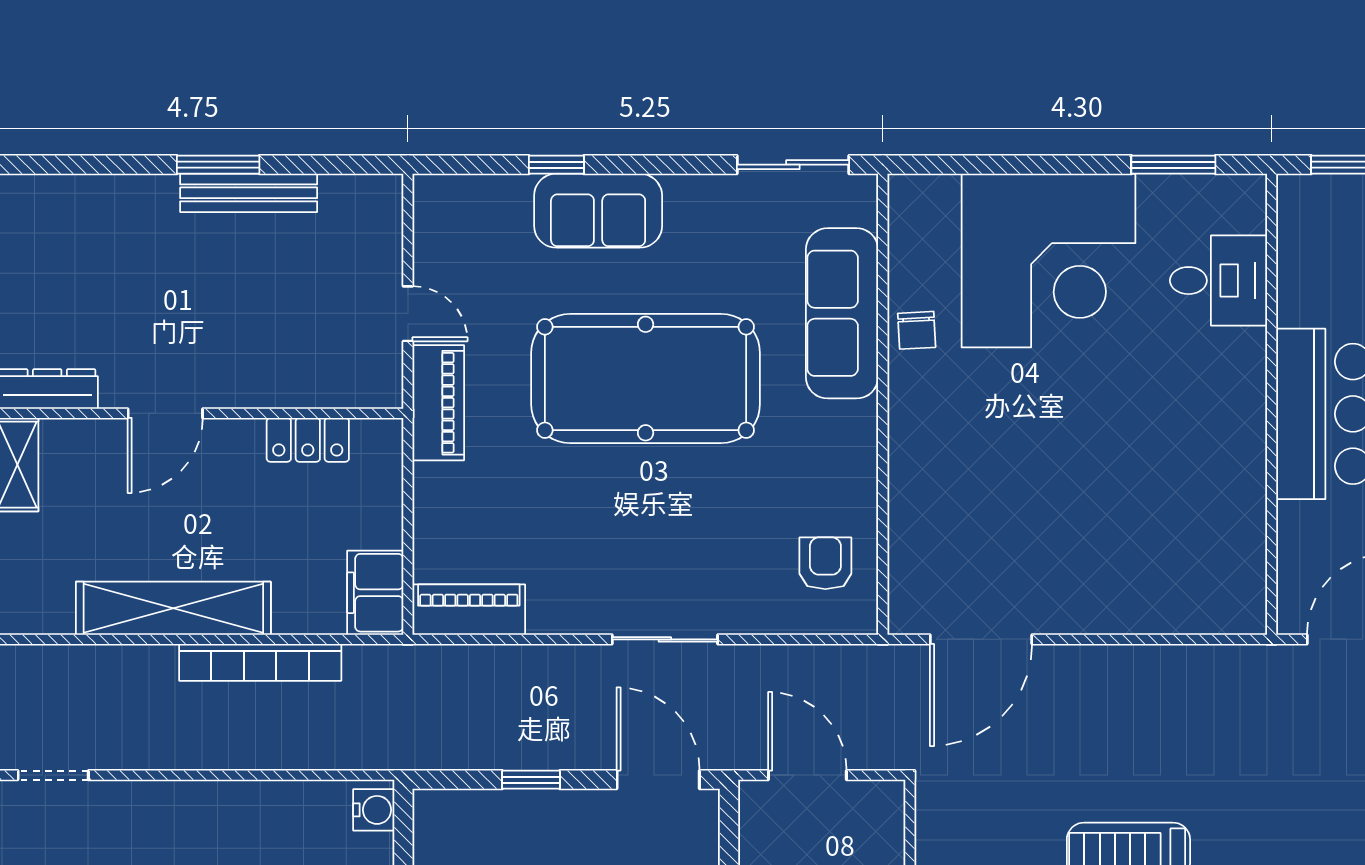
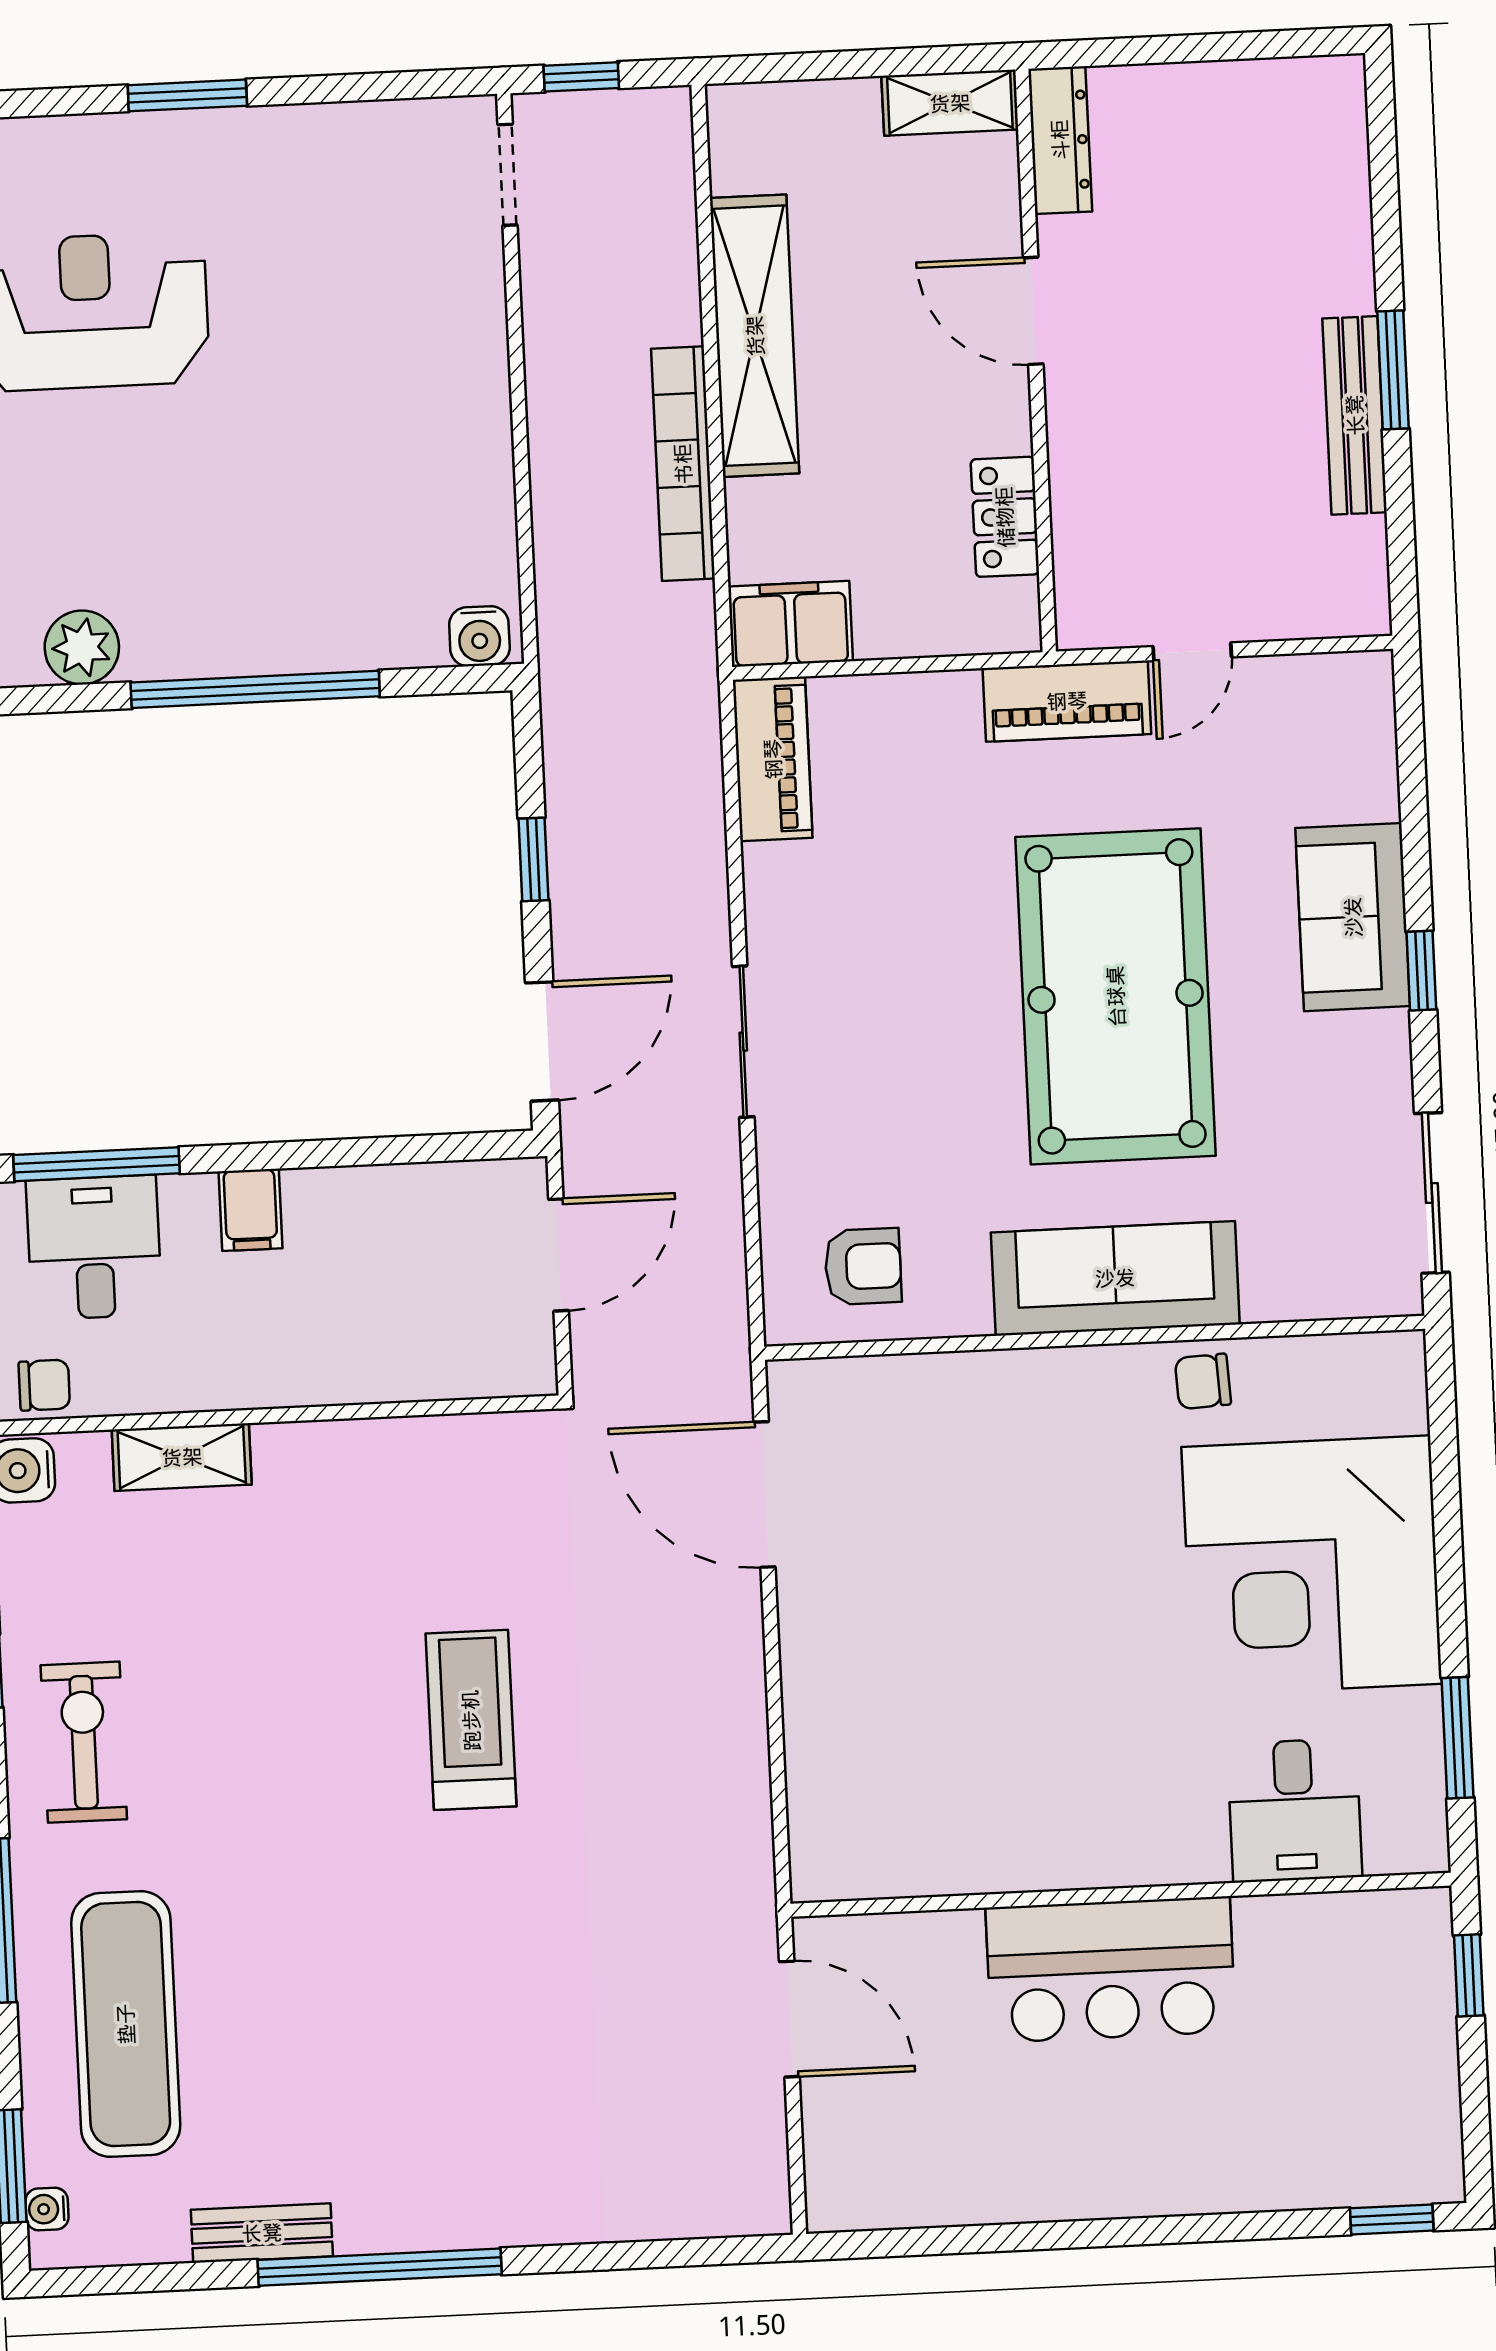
window: (556, 165) -> (1421, 971), moved
sofa: (842, 313) -> (1115, 1278), moved

